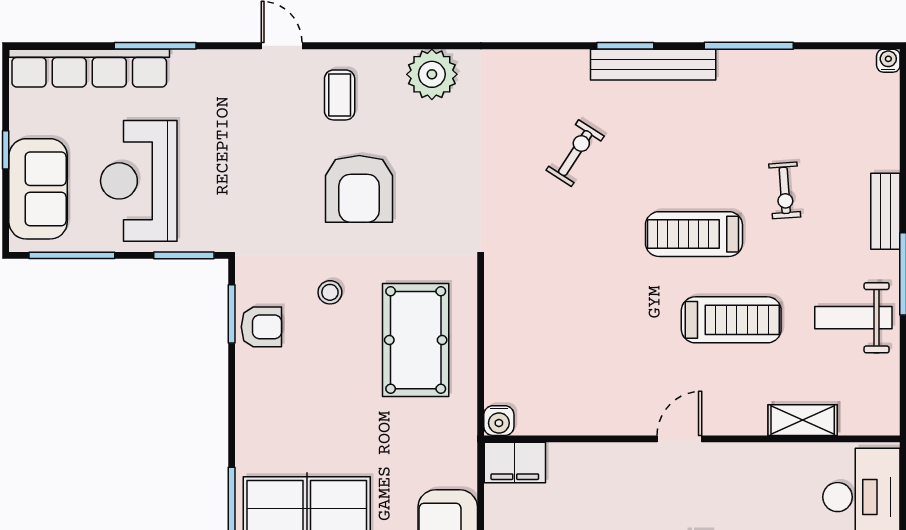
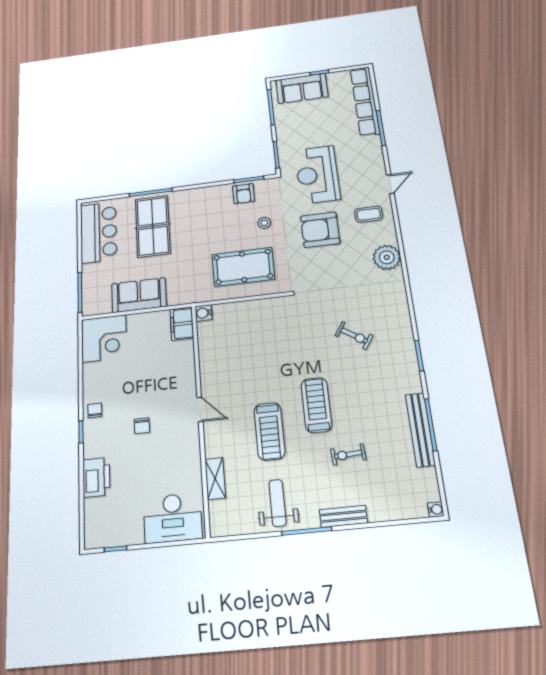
bench: (653, 65) -> (420, 430), moved
reception desk: (139, 181) -> (317, 175), moved, turned -90

